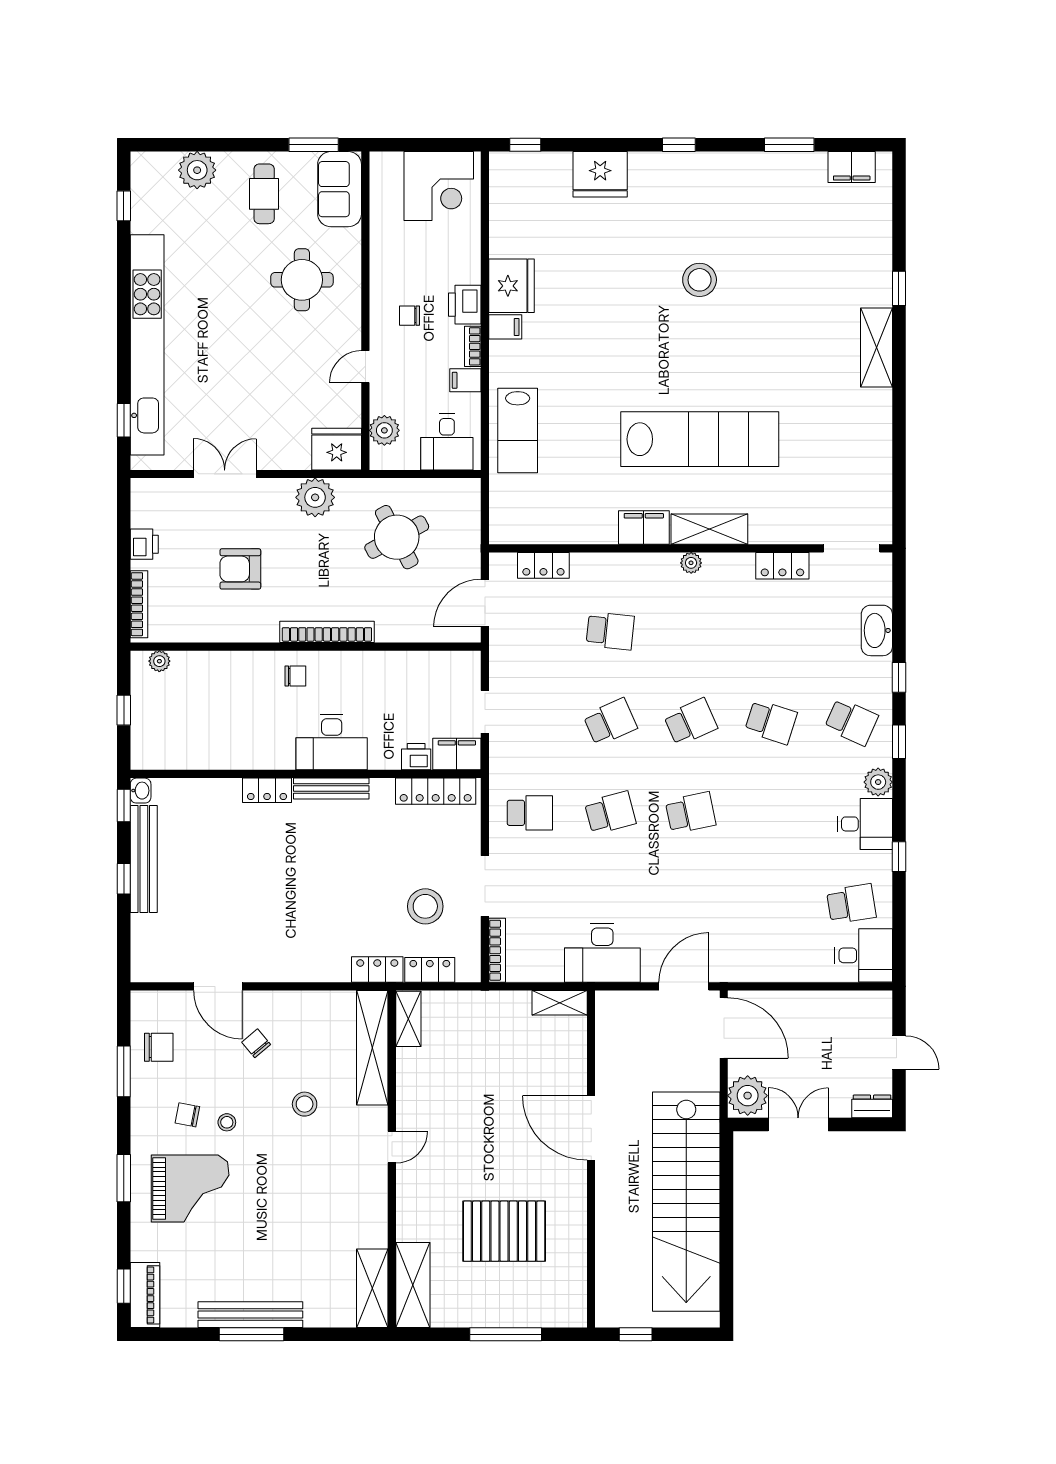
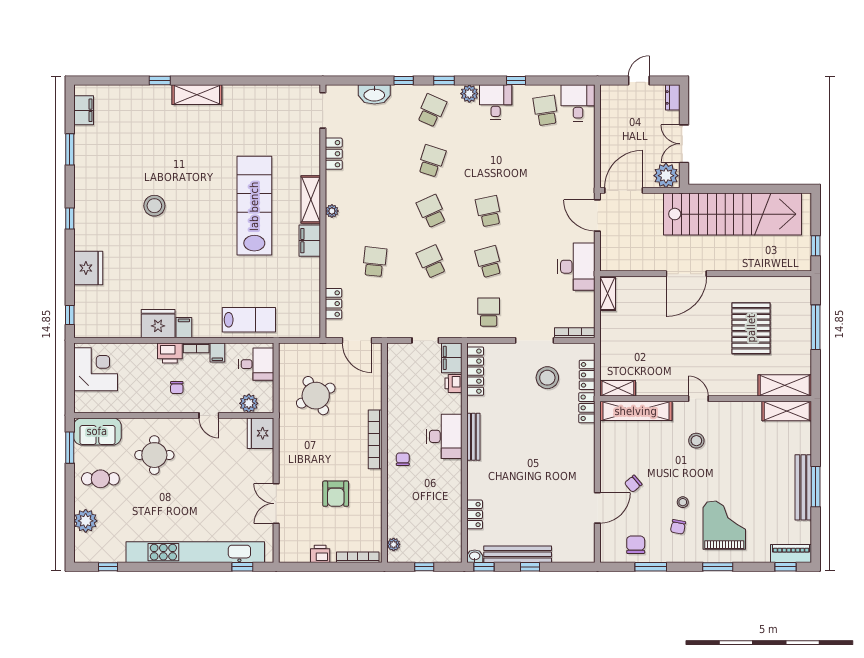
plant: (315, 497) -> (291, 447), removed
locker: (267, 790) -> (475, 514), moved
stool: (305, 1104) -> (696, 441), moved

